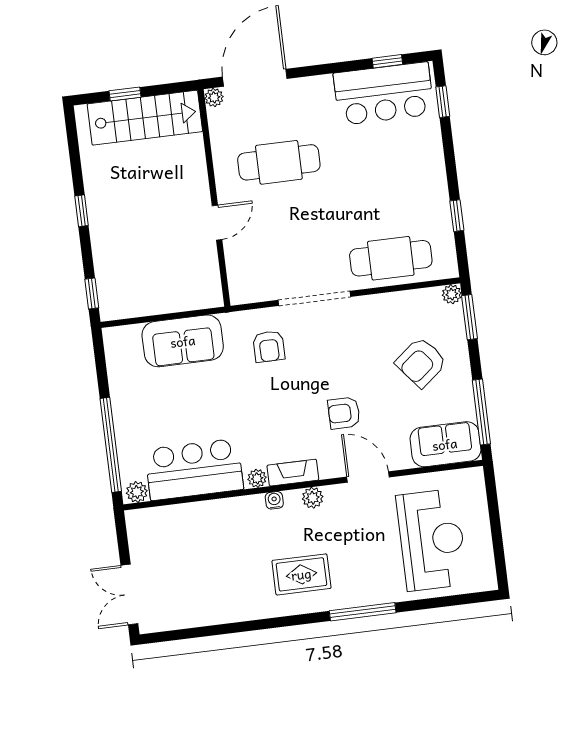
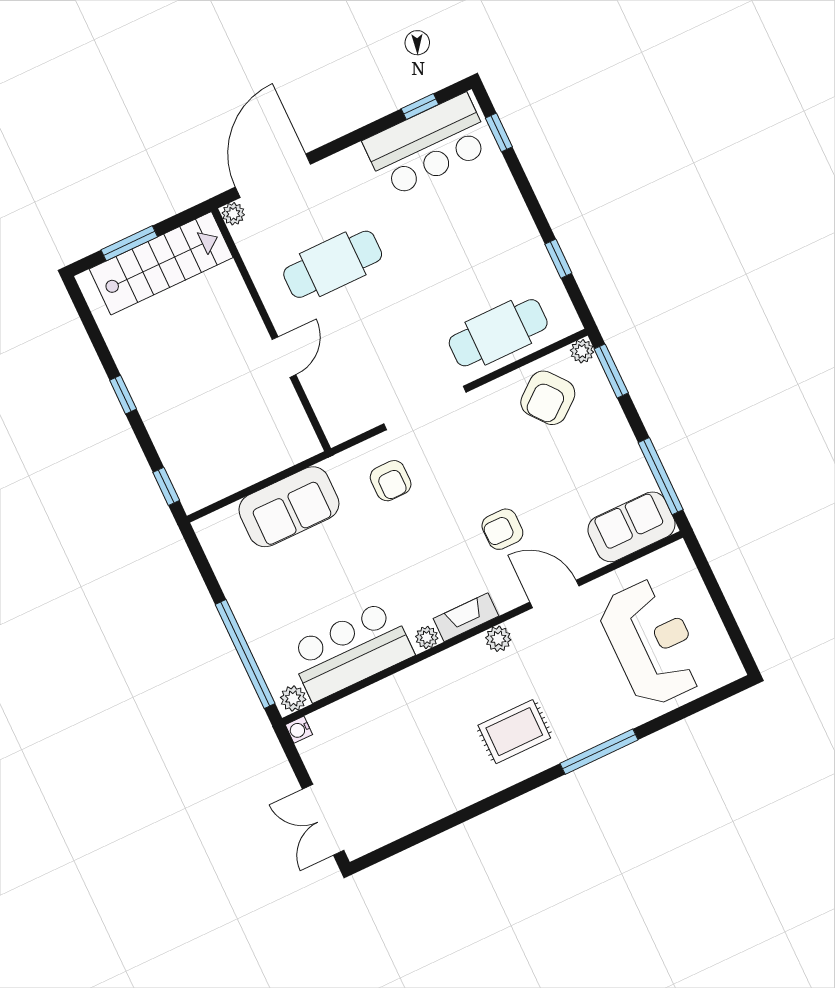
window: (125, 94) -> (129, 243), width x1.50
armchair: (421, 362) -> (548, 398), moved
water cooler: (274, 500) -> (299, 730), moved, turned -90

